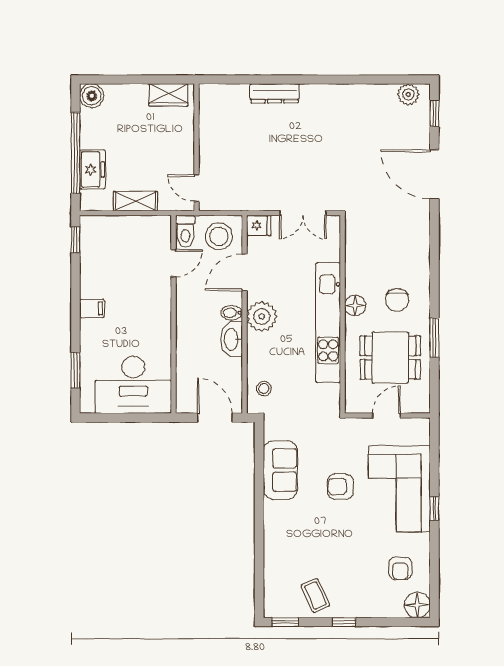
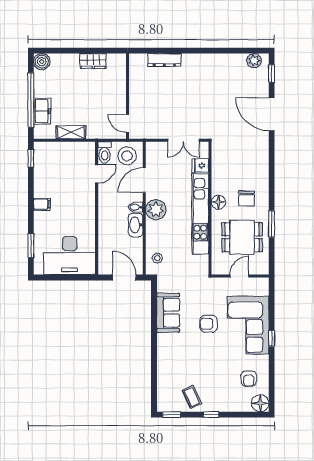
wall: (197, 147) -> (127, 96), moved
door: (197, 188) -> (127, 124), moved
fridge: (259, 225) -> (200, 166), moved, turned 180

